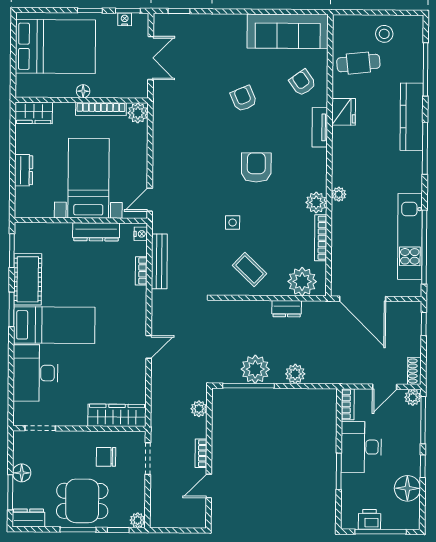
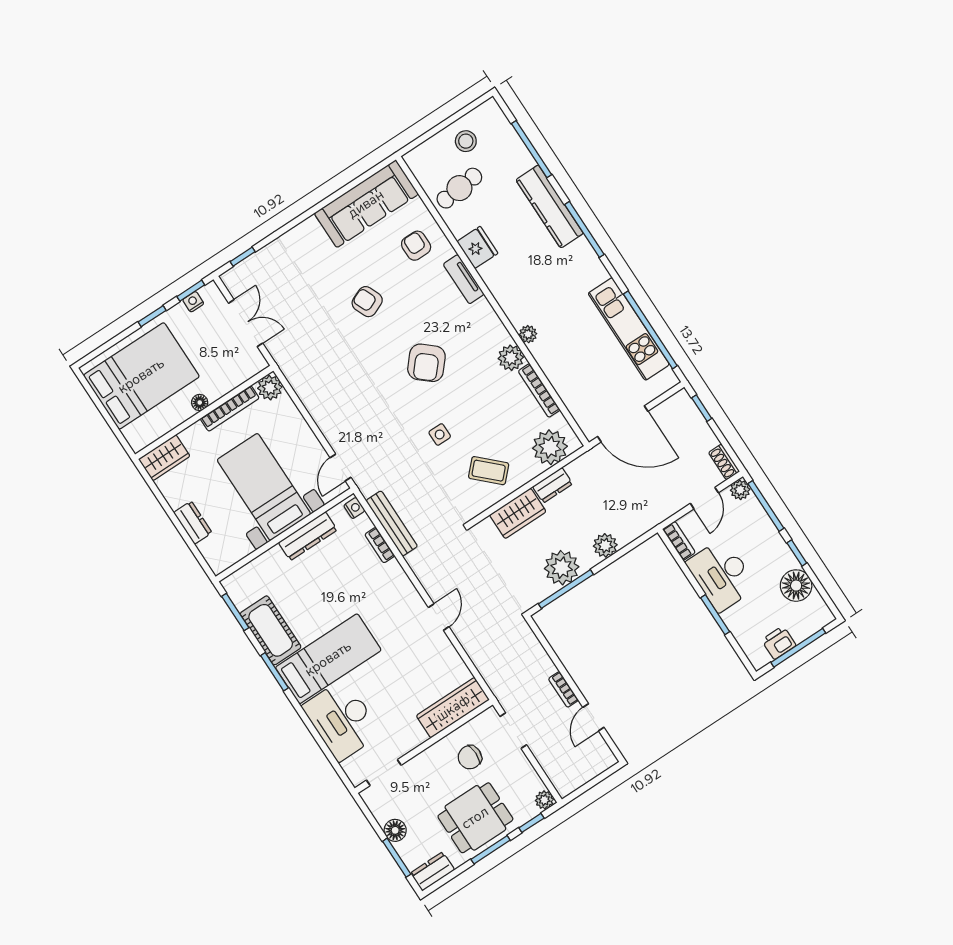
armchair: (303, 83) -> (416, 246), turned 35
armchair: (256, 167) -> (426, 363), turned -139
wardrobe: (250, 312) -> (518, 513), added
plant: (199, 409) -> (531, 646), removed

